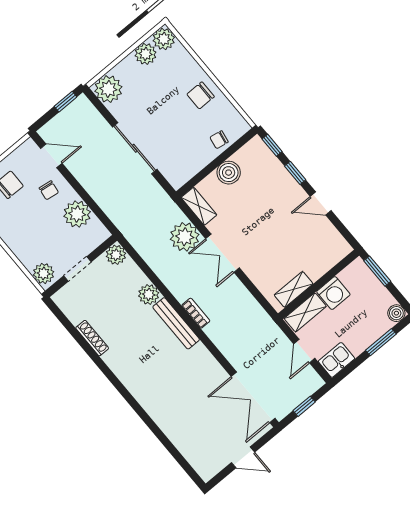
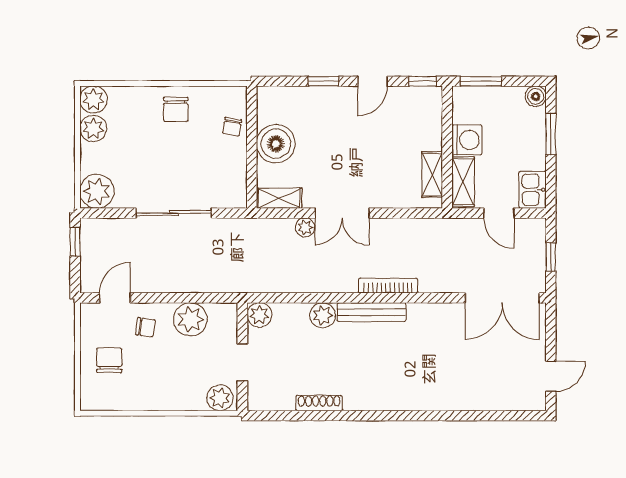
window: (272, 145) -> (423, 81), moved
boiler: (229, 173) -> (276, 144), width x1.37, depth x1.37
plant: (185, 237) -> (305, 227), width x0.53, depth x0.53
bookcase: (196, 313) -> (388, 286), width x1.56
door: (243, 457) -> (551, 376), moved

